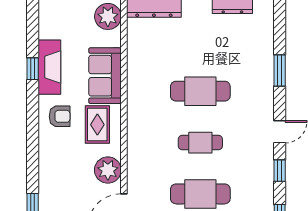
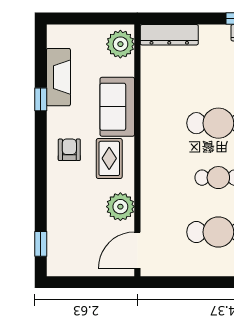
fireplace: (49, 67) -> (58, 77), moved
armchair: (60, 116) -> (69, 150), turned -90

